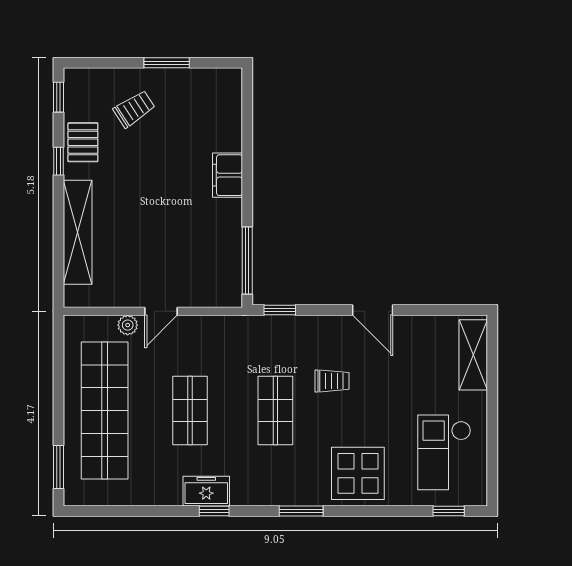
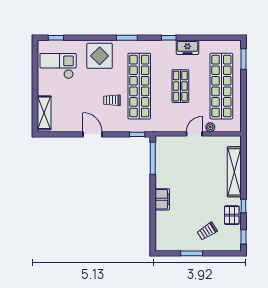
shop shelf: (275, 411) -> (139, 86), width x2.00, depth x1.36
checkout: (444, 452) -> (58, 66), turned -90
freezer: (206, 491) -> (187, 47), moved

